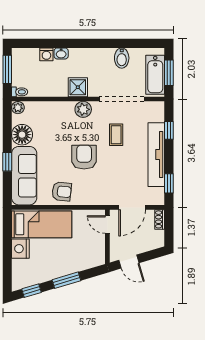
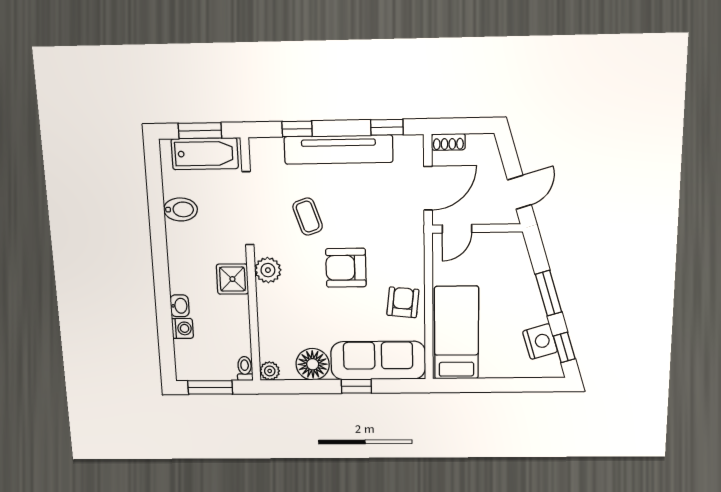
coffee table: (116, 135) -> (308, 217), turned 71
door: (132, 207) -> (428, 188), hinge flipped
nightstand: (20, 249) -> (540, 342), moved, turned -107

